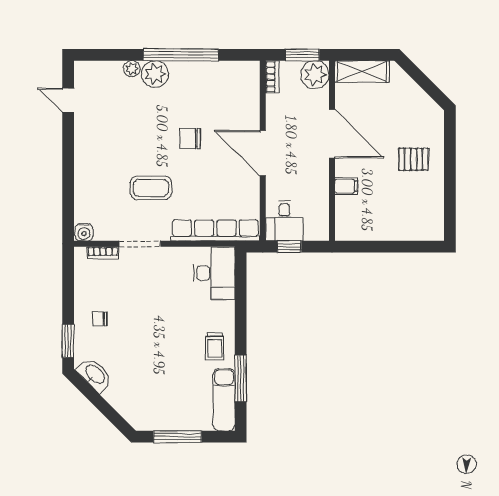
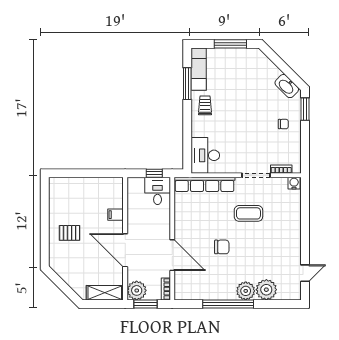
plant: (132, 69) -> (266, 290), width x1.87, depth x1.87
door: (68, 100) -> (305, 273), hinge flipped
door: (263, 153) -> (172, 255), moved

